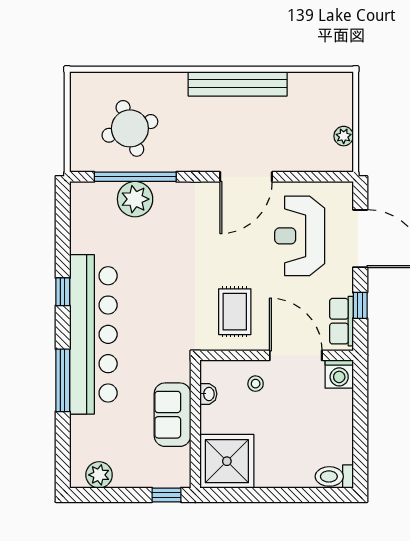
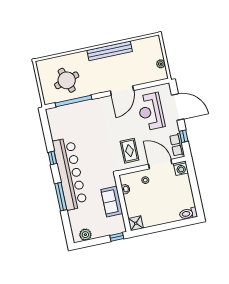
plant: (135, 199) -> (75, 111), removed
shower: (227, 461) -> (136, 223), width x0.54, depth x0.54

